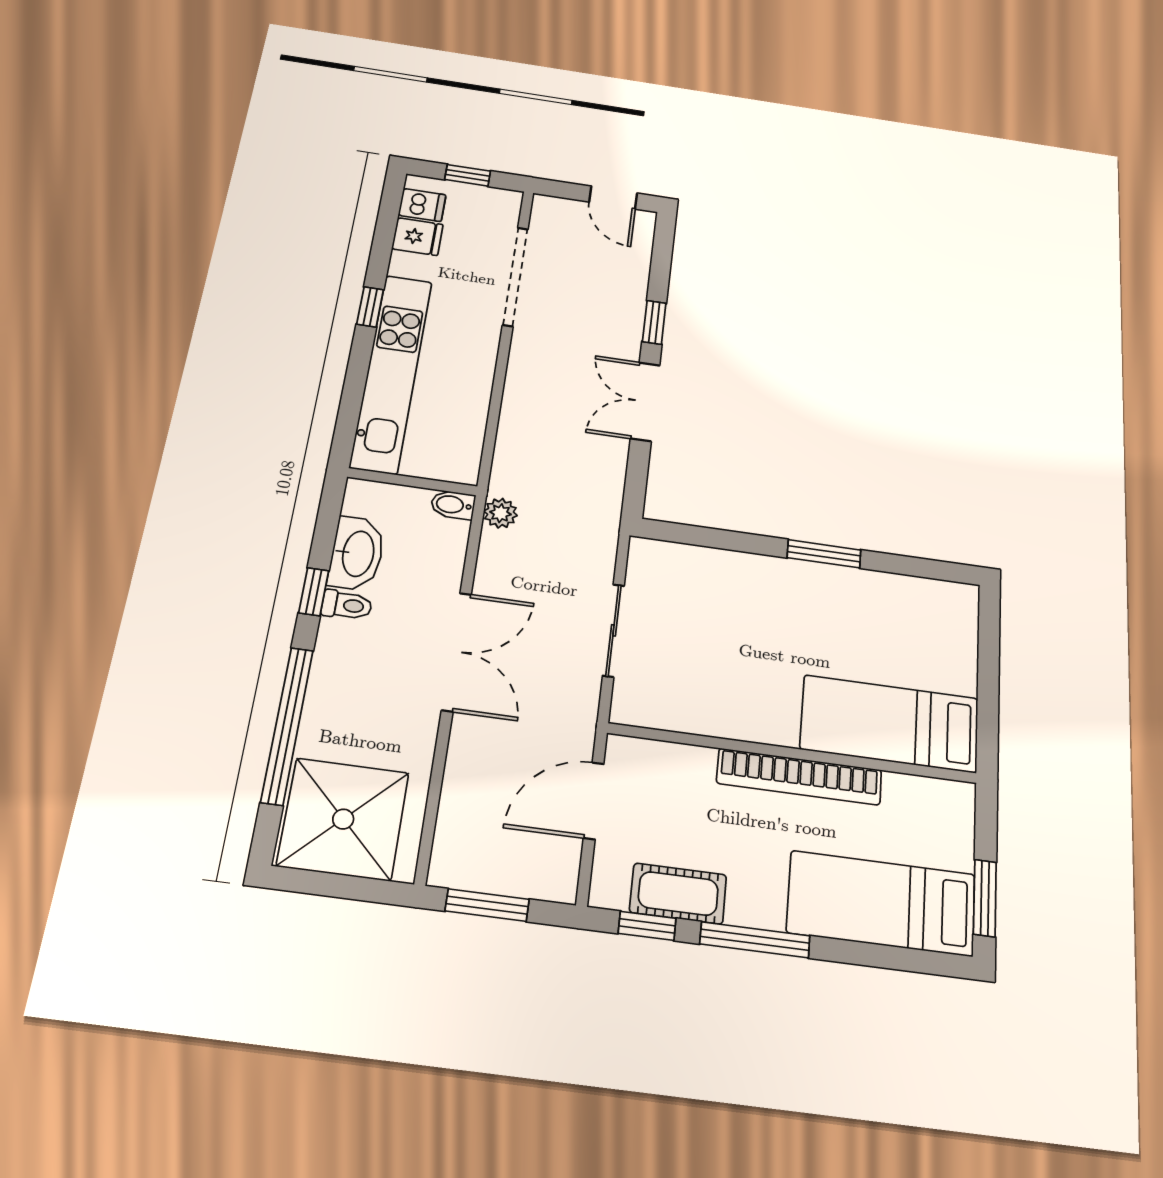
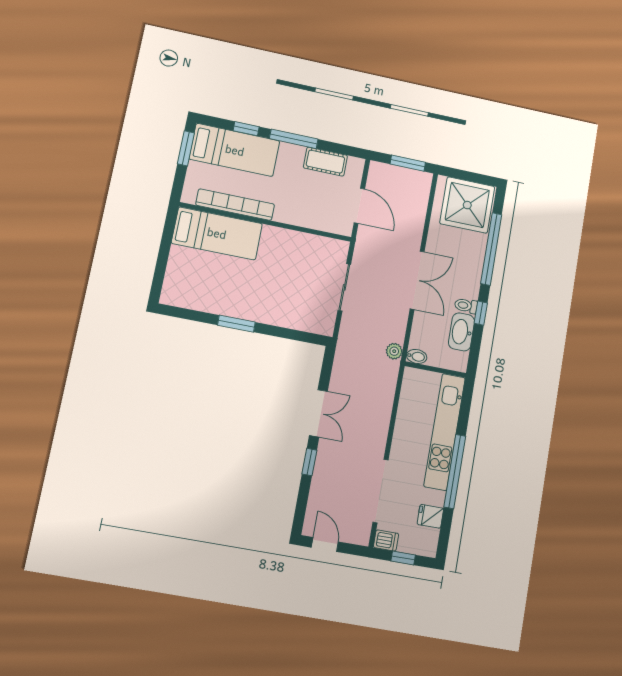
dishwasher: (422, 205) -> (386, 540), moved, turned 180
window: (370, 307) -> (455, 472), width x3.17
double door: (456, 652) -> (417, 280), swing flipped
bookcase: (799, 777) -> (235, 205), moved
door: (594, 801) -> (359, 206), hinge flipped
window: (647, 926) -> (246, 129), moved

